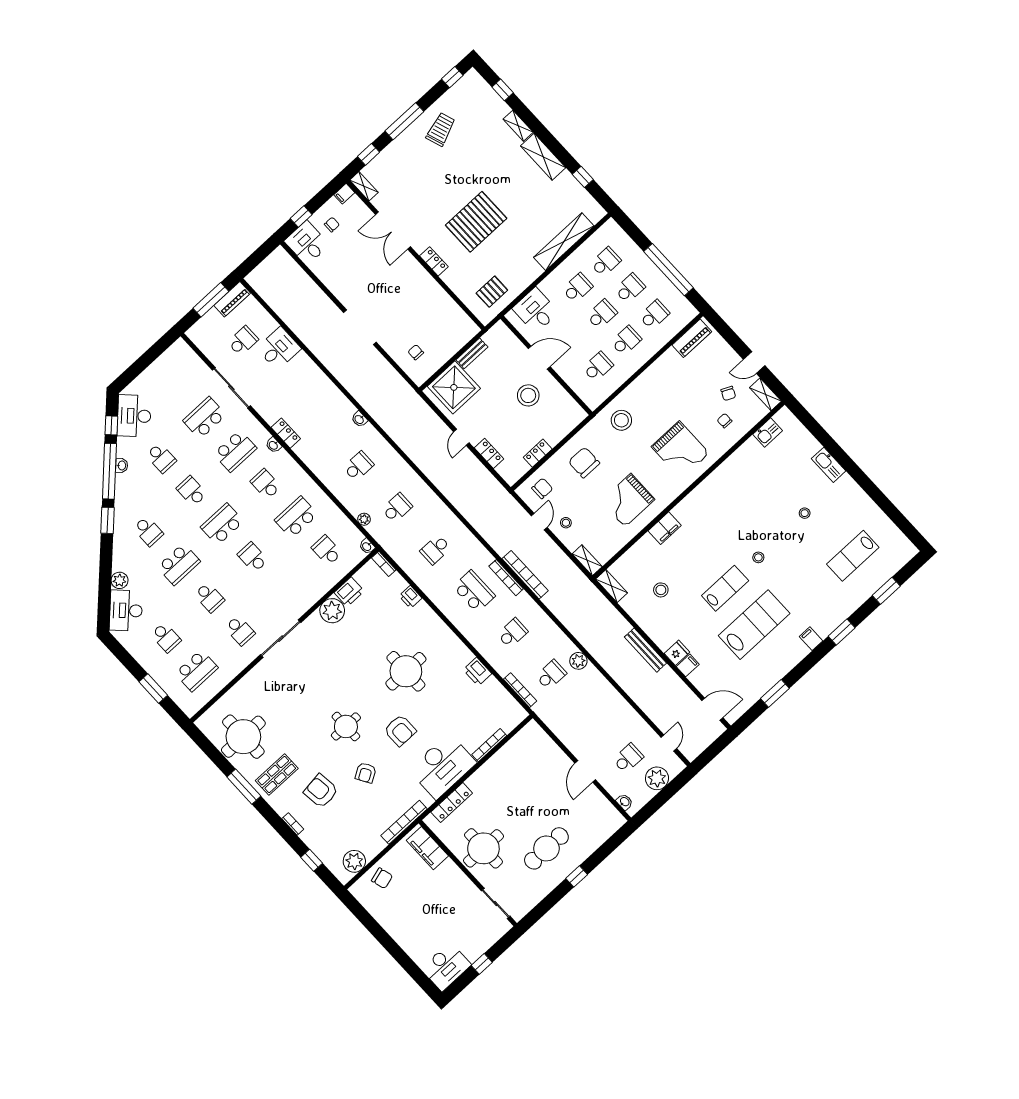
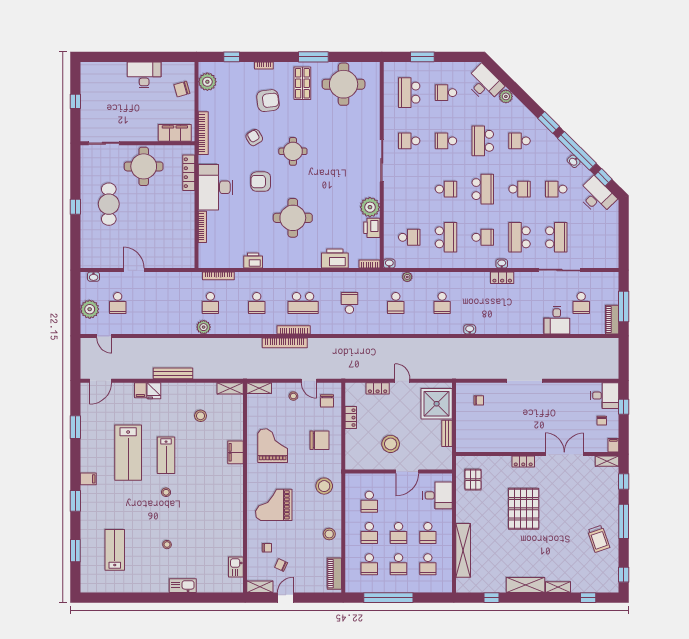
stool: (660, 376) -> (329, 534), added
printer: (410, 597) -> (335, 259), width x1.87, depth x1.48
desk: (446, 967) -> (144, 75), moved, turned 90

